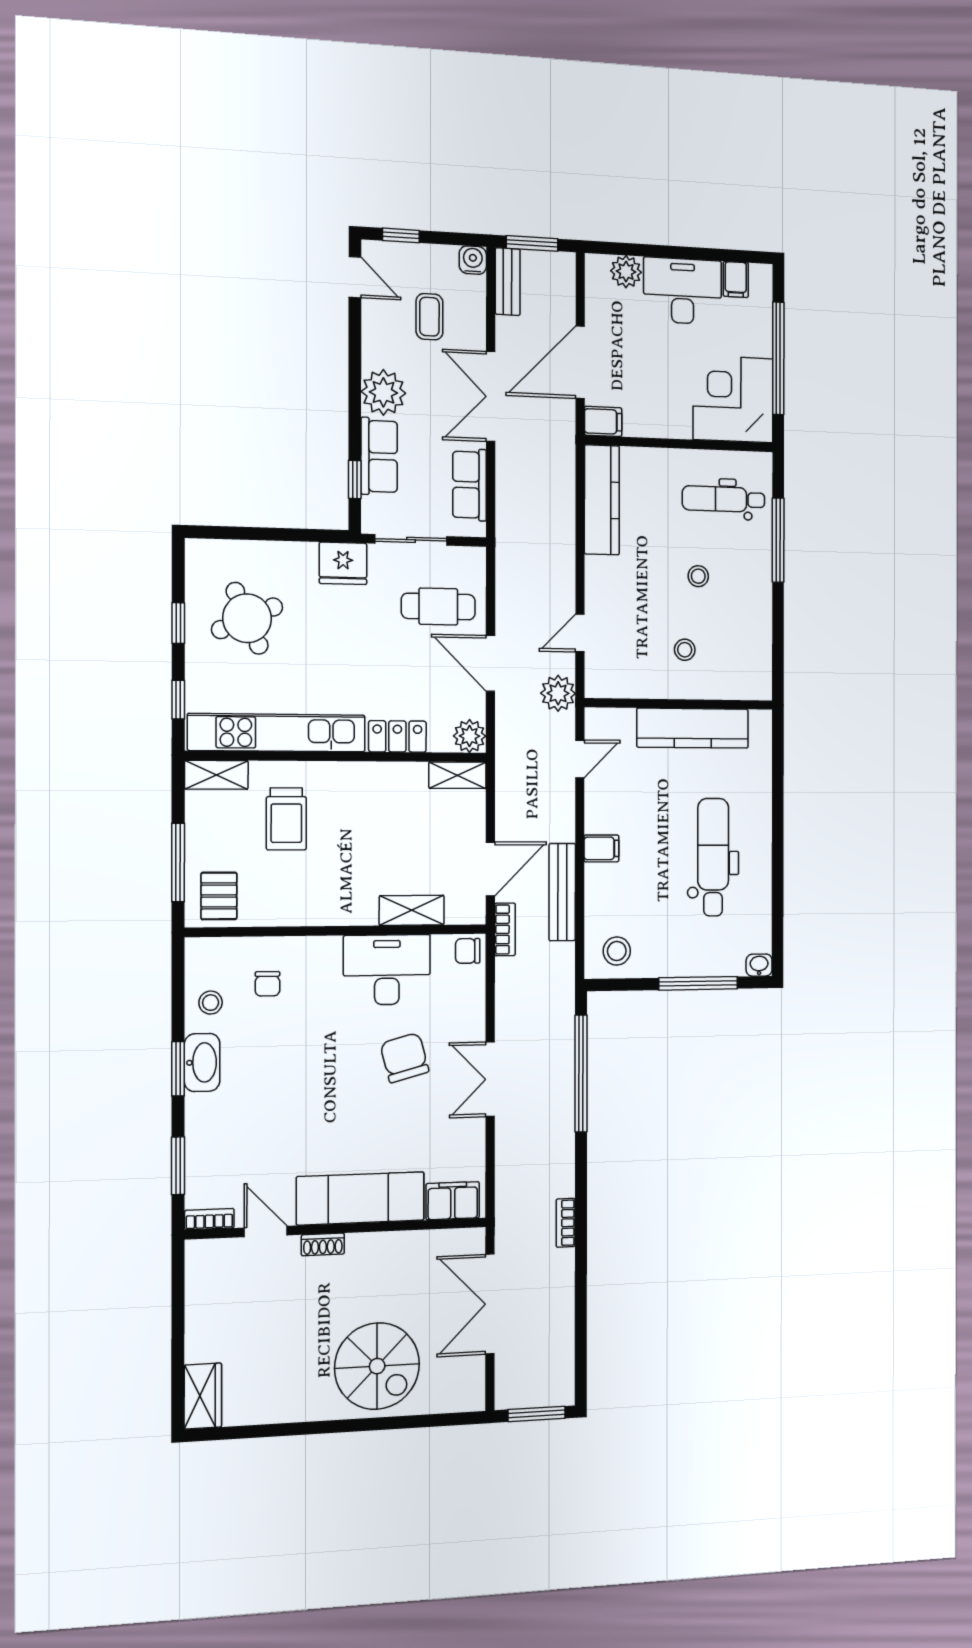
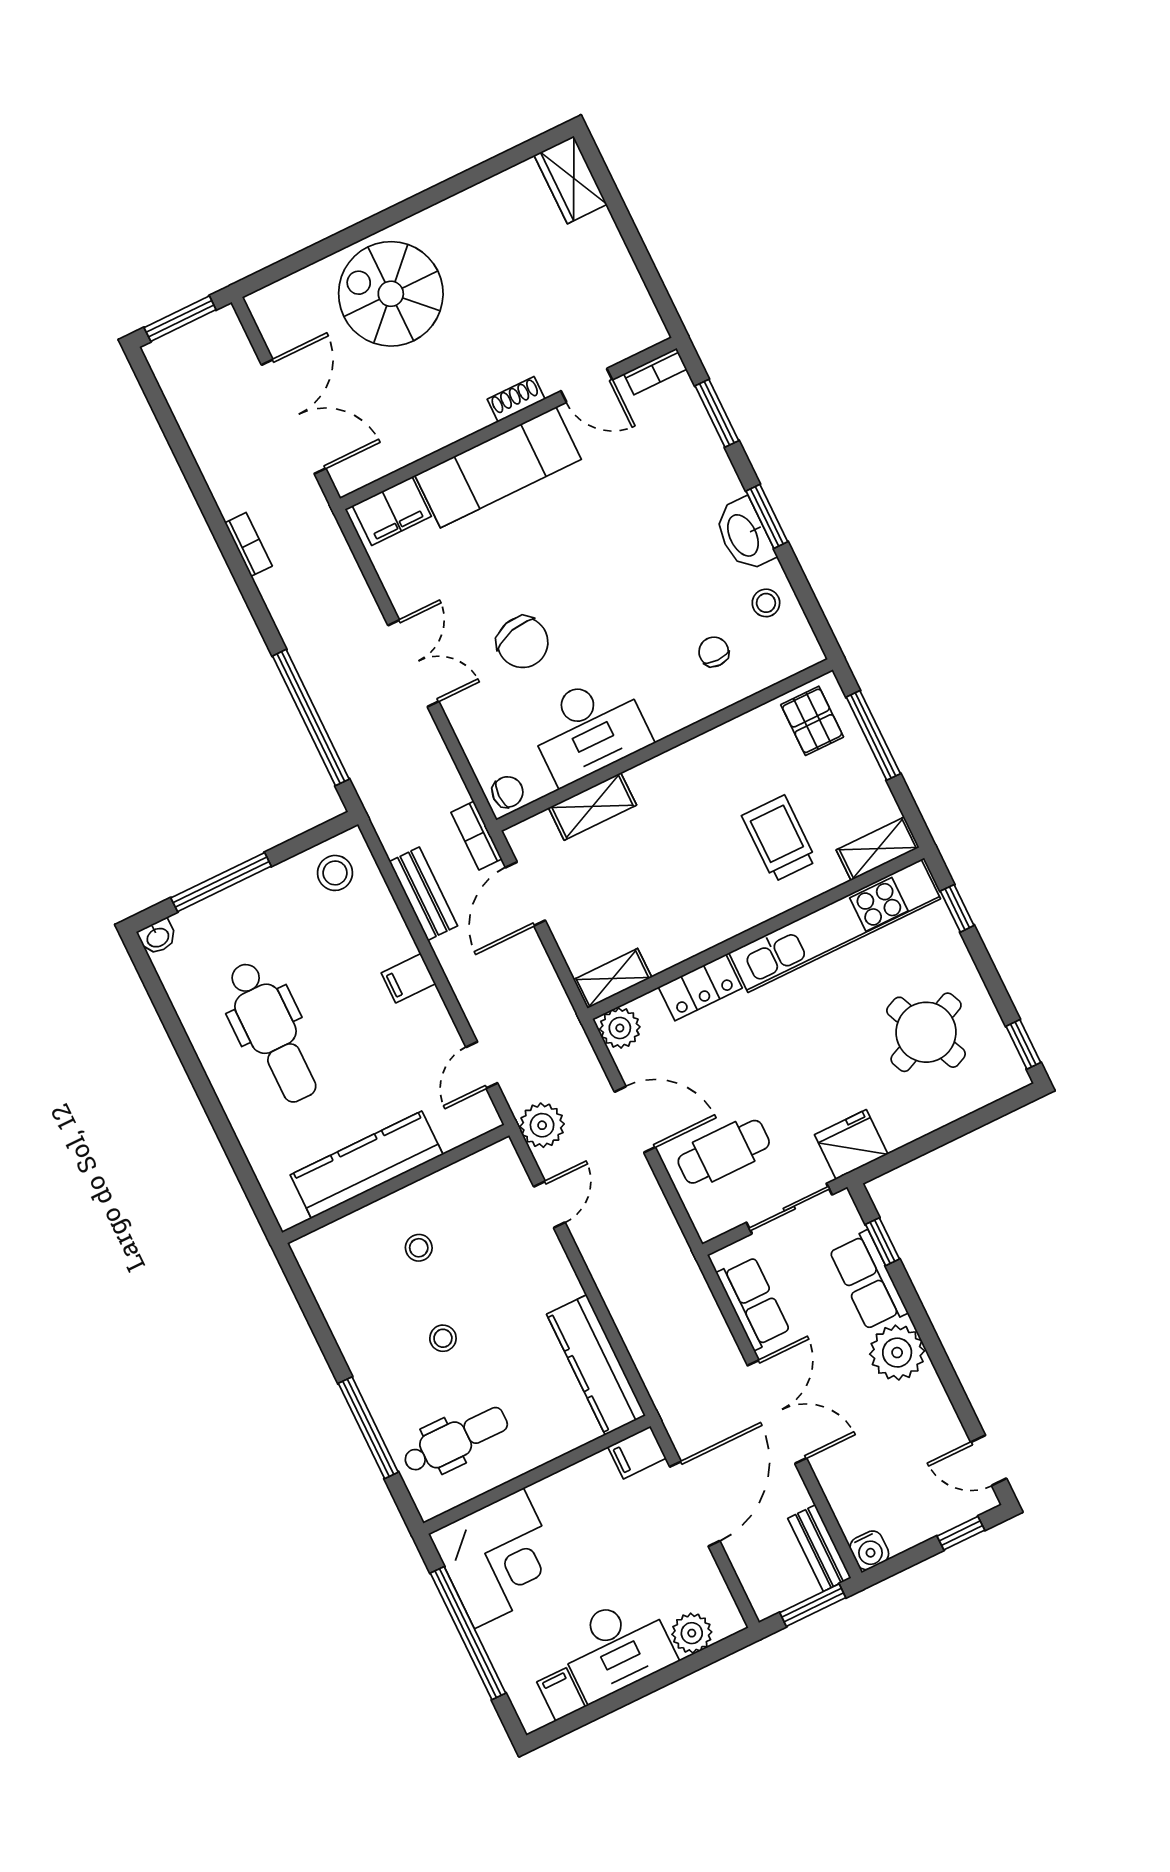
coffee table: (429, 317) -> (887, 1462), removed
window: (178, 623) -> (1023, 1044), moved
bench: (562, 892) -> (423, 894), width x0.73

